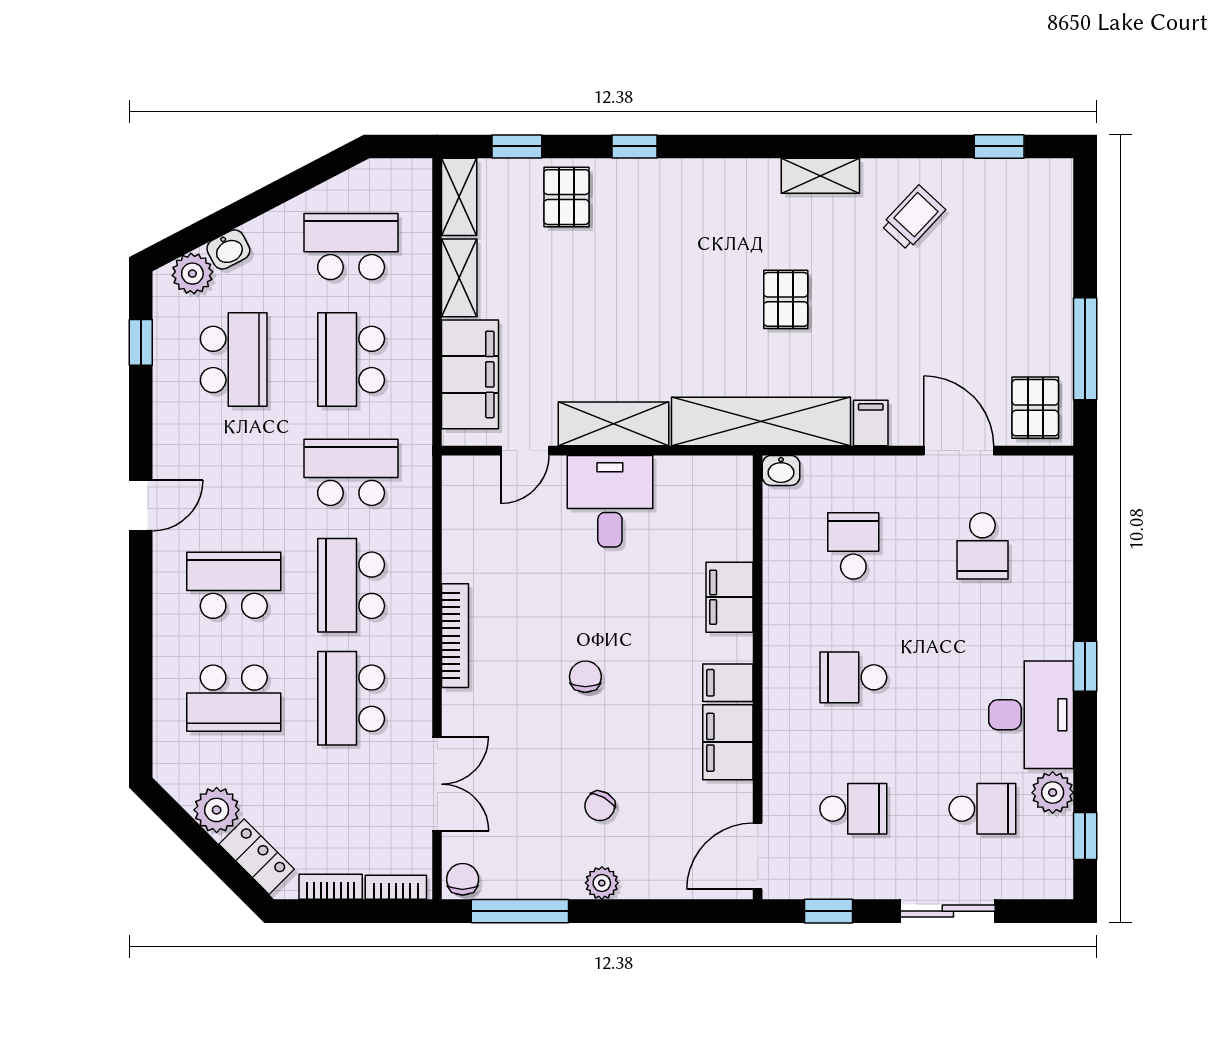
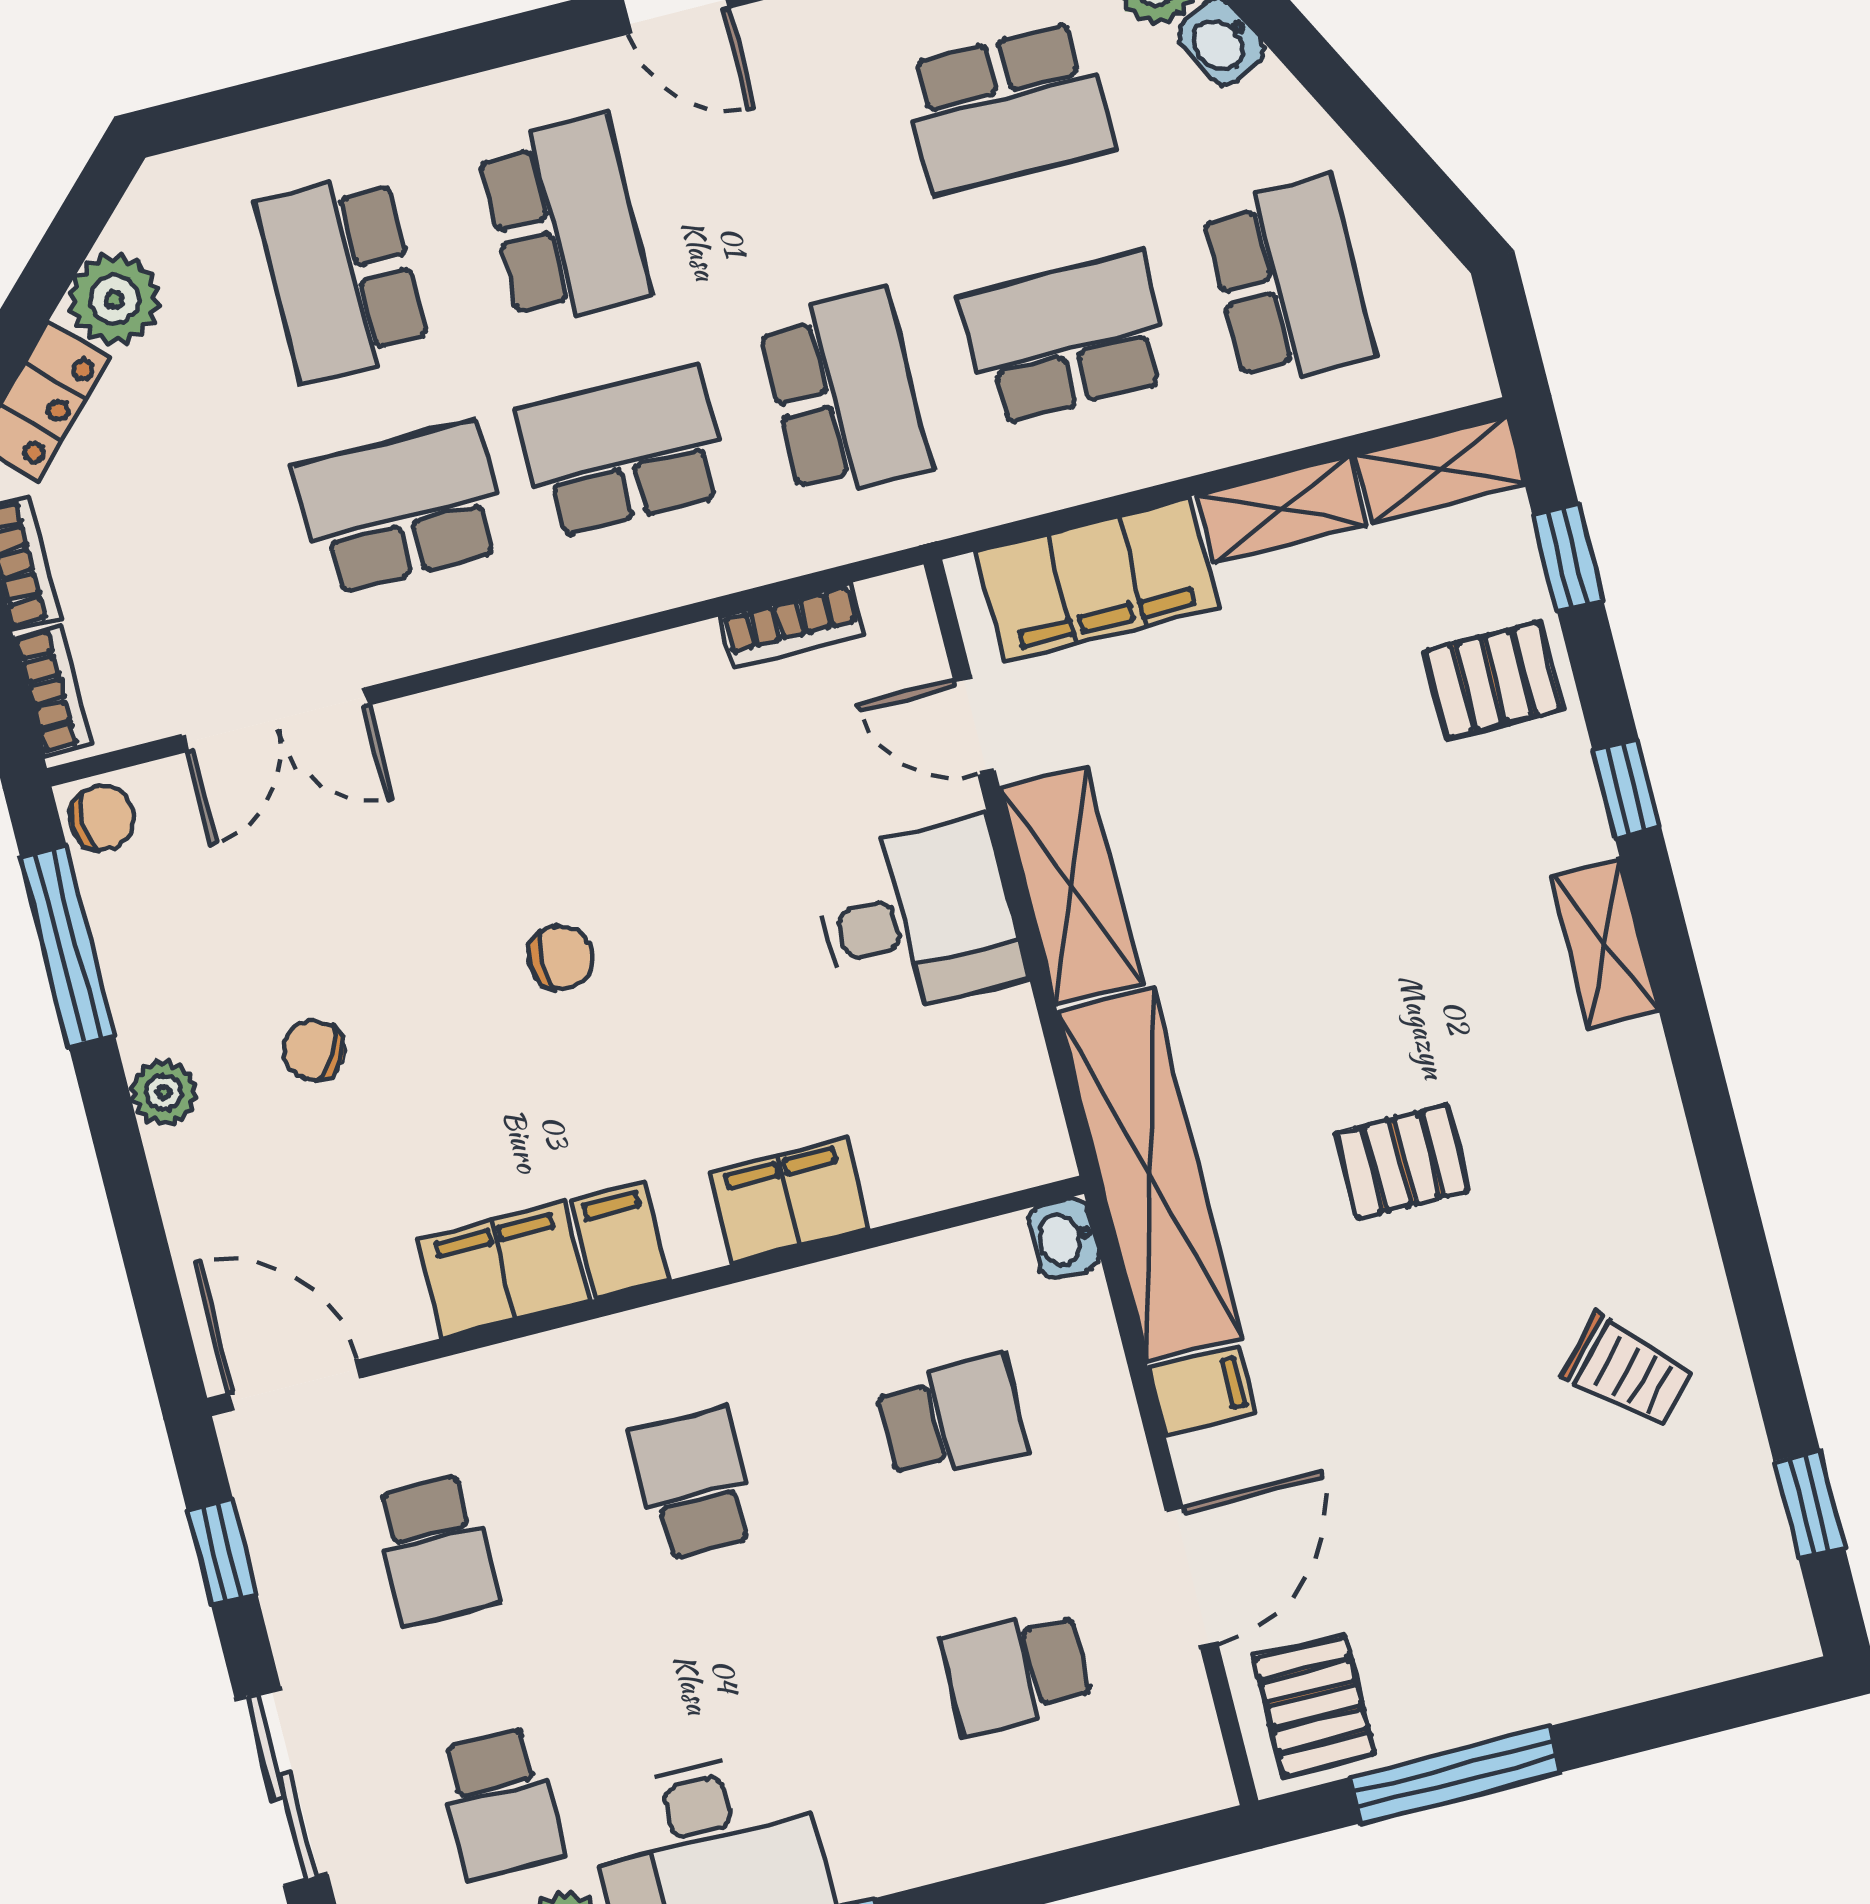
shelving: (820, 176) -> (1605, 944), moved
pallet: (1035, 408) -> (1314, 1706), turned 90
bookcase: (455, 636) -> (791, 626), moved, width x0.64

